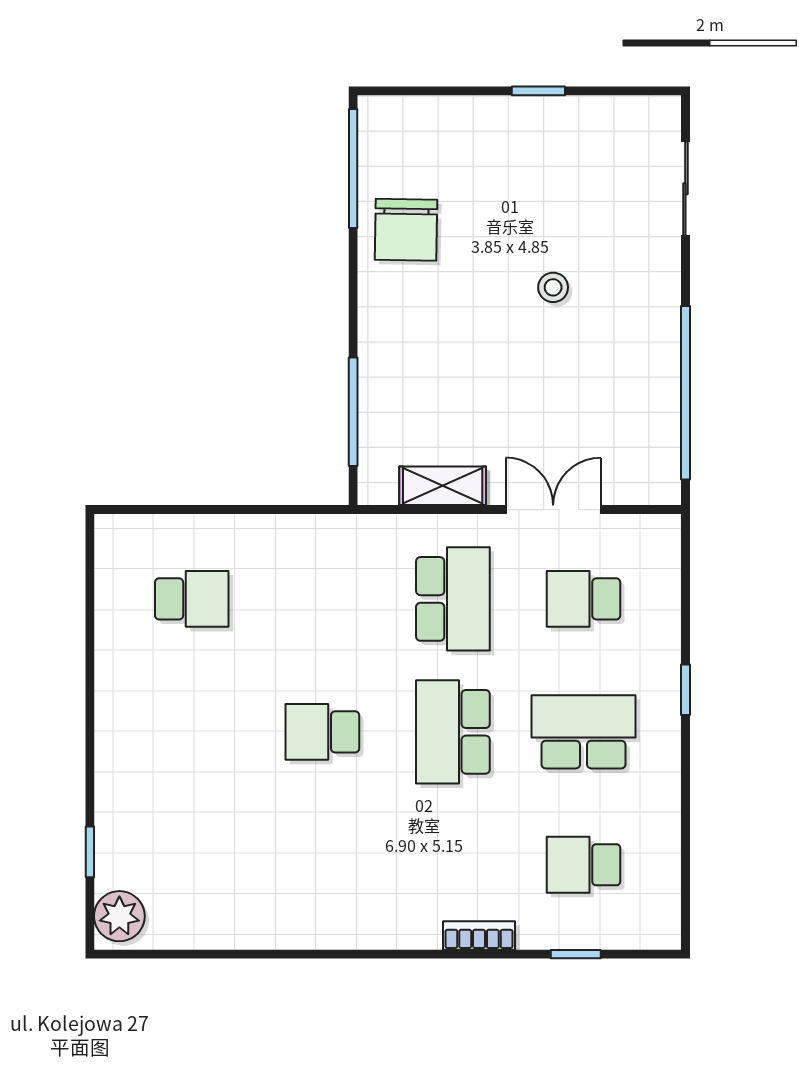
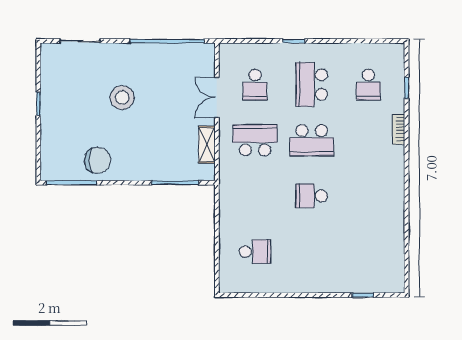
stool: (553, 287) -> (122, 98), width x1.89, depth x1.89
school desk: (192, 599) -> (255, 252), turned 90
school desk: (322, 732) -> (312, 196), turned 90
plant: (119, 916) -> (390, 282), removed

